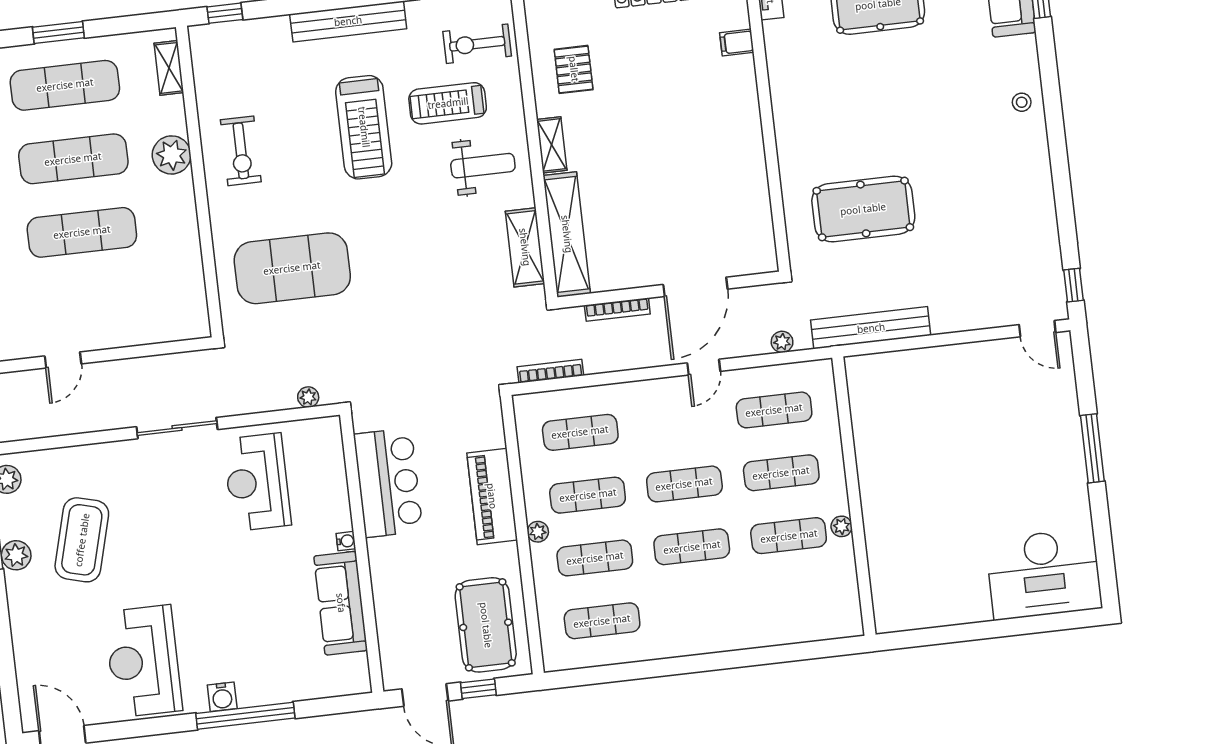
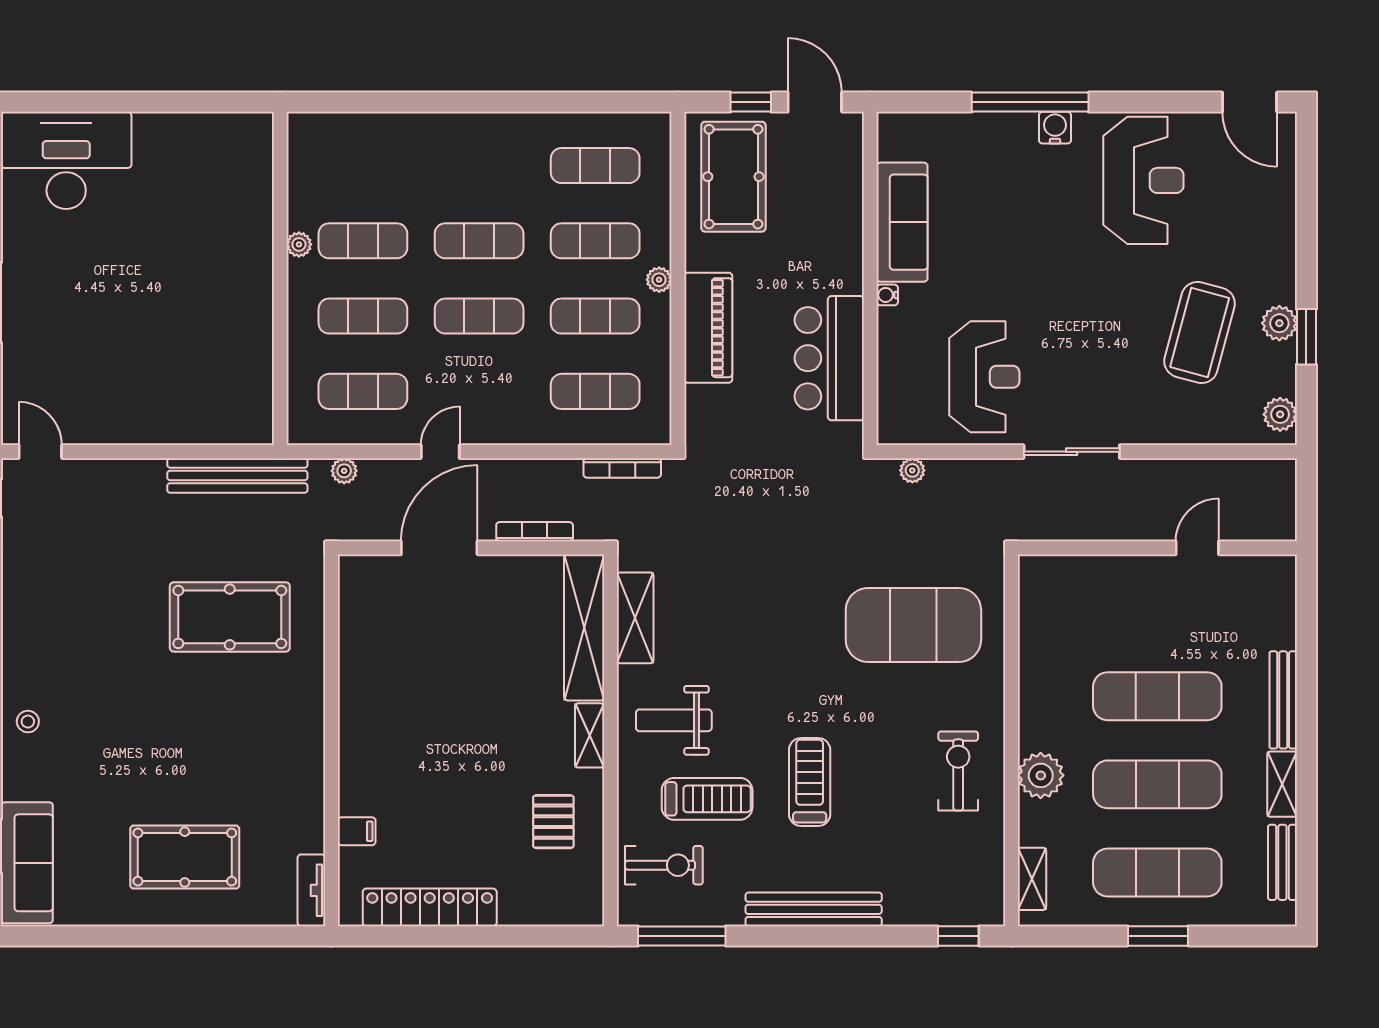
treadmill: (364, 127) -> (810, 782), width x0.73, depth x0.73

